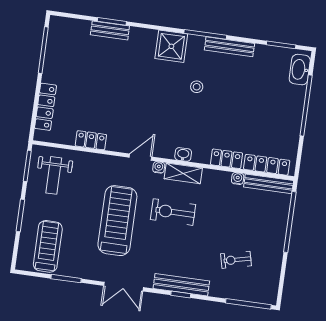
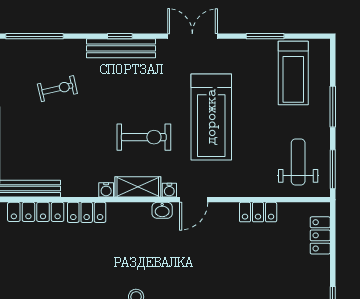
locker: (45, 107) -> (320, 235), width x0.66
washbasin: (183, 154) -> (162, 210), moved
water cooler: (238, 179) -> (106, 190), moved

